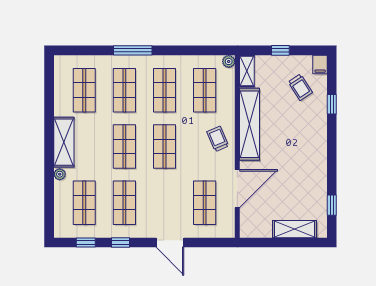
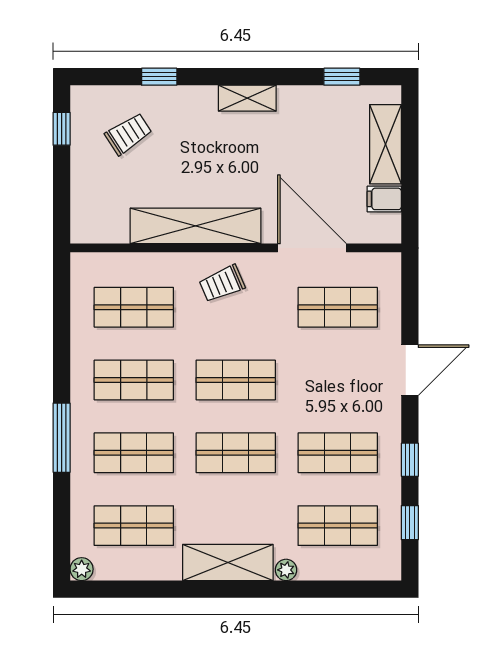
window: (280, 50) -> (62, 129), moved
plant: (229, 61) -> (82, 569), moved
filing cabinet: (320, 65) -> (384, 199), moved, turned 180
shelving: (247, 71) -> (247, 98), moved

